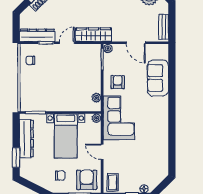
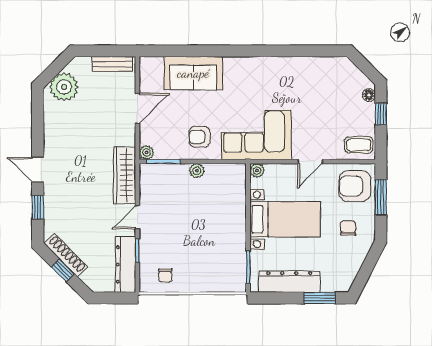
door: (67, 43) -> (137, 217), hinge flipped
plant: (96, 98) -> (197, 171), moved

